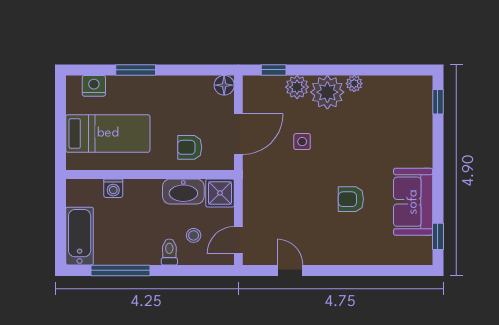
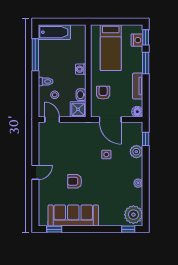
window: (89, 70) -> (146, 37), added
tv unit: (178, 84) -> (138, 86), added
plant: (327, 92) -> (133, 215), moved
washing machine: (113, 188) -> (81, 69), moved
washbasin: (183, 191) -> (81, 95), width x0.52, depth x0.69
armchair: (351, 199) -> (75, 181), turned -90
sofa: (413, 202) -> (73, 216), width x1.36
door: (290, 270) -> (35, 172), moved

